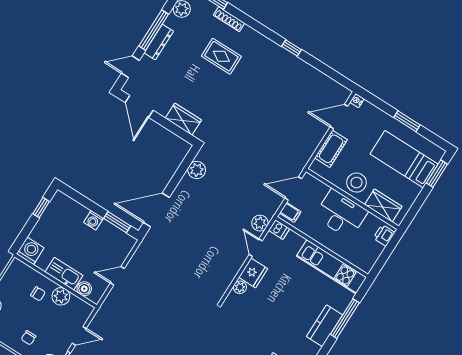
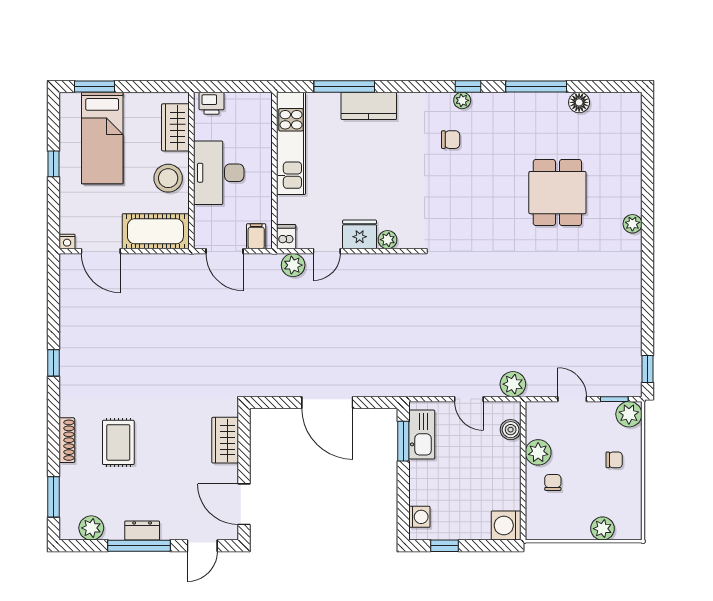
shoe rack: (229, 19) -> (67, 440), moved
dresser: (159, 42) -> (142, 530), width x0.70
door: (130, 67) -> (202, 546), hinge flipped
door: (139, 106) -> (244, 504), swing flipped
window: (407, 121) -> (54, 164), width x0.67
cot: (331, 149) -> (155, 231), width x1.37, depth x1.34
plant: (197, 170) -> (513, 384), moved
door: (156, 210) -> (327, 402), moved
washing machine: (94, 220) -> (419, 517), moved
kitchen sink: (64, 274) -> (422, 435), moved, turned 180

